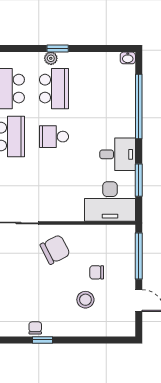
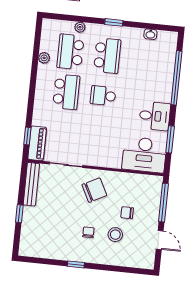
plant: (51, 58) -> (80, 27), moved
washbasin: (128, 58) -> (150, 34), moved
chair: (35, 328) -> (88, 232), moved

